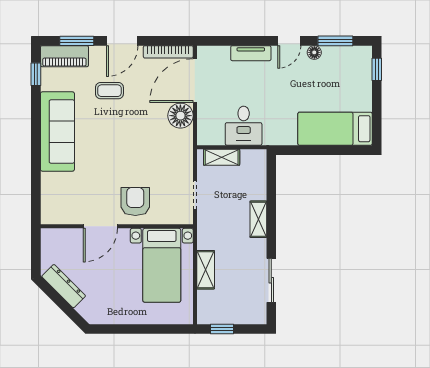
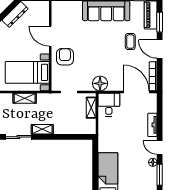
floor lamp: (180, 116) -> (100, 83), moved
desk: (244, 126) -> (109, 105), moved, turned 90
armchair: (135, 201) -> (65, 57), turned -90
shelving: (258, 219) -> (42, 129), moved

